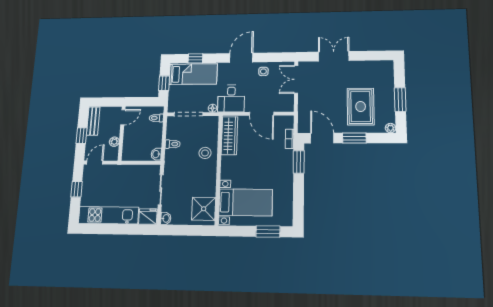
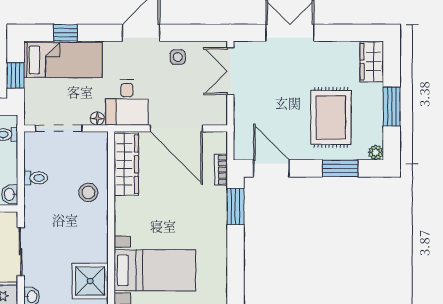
wardrobe: (386, 73) -> (372, 62), added
door: (262, 114) -> (176, 128), width x1.36
window: (354, 138) -> (340, 168), moved

